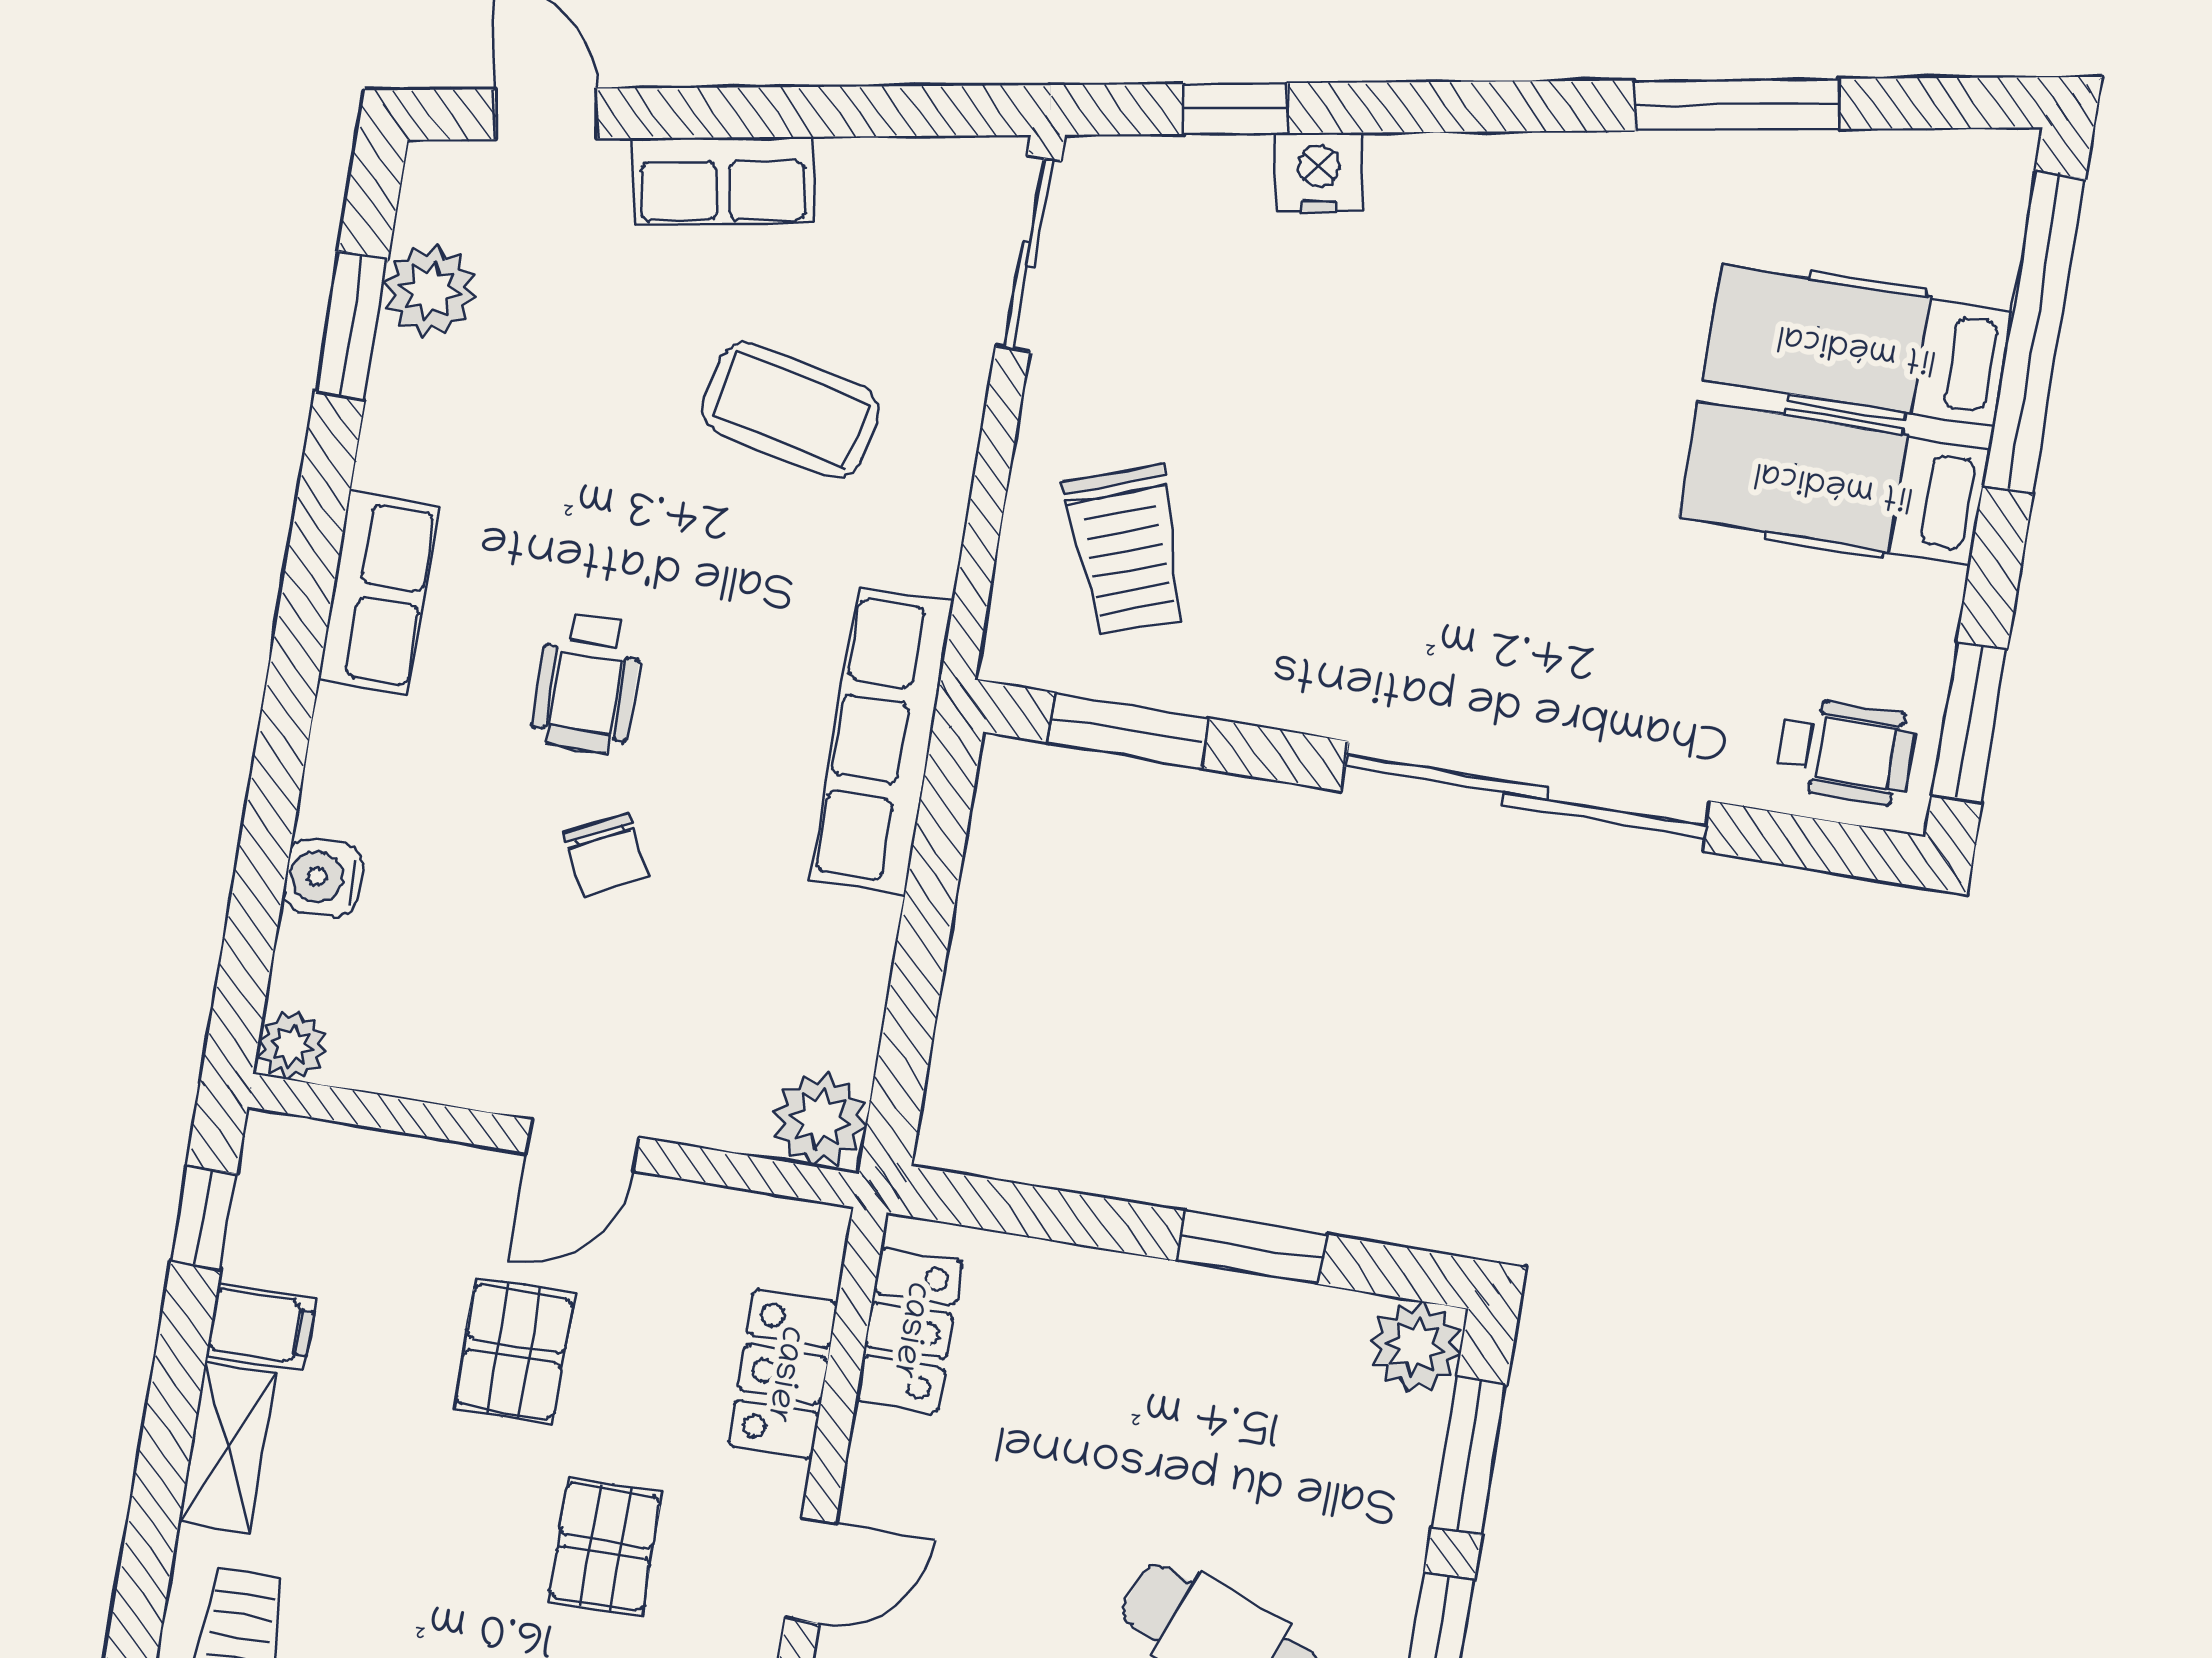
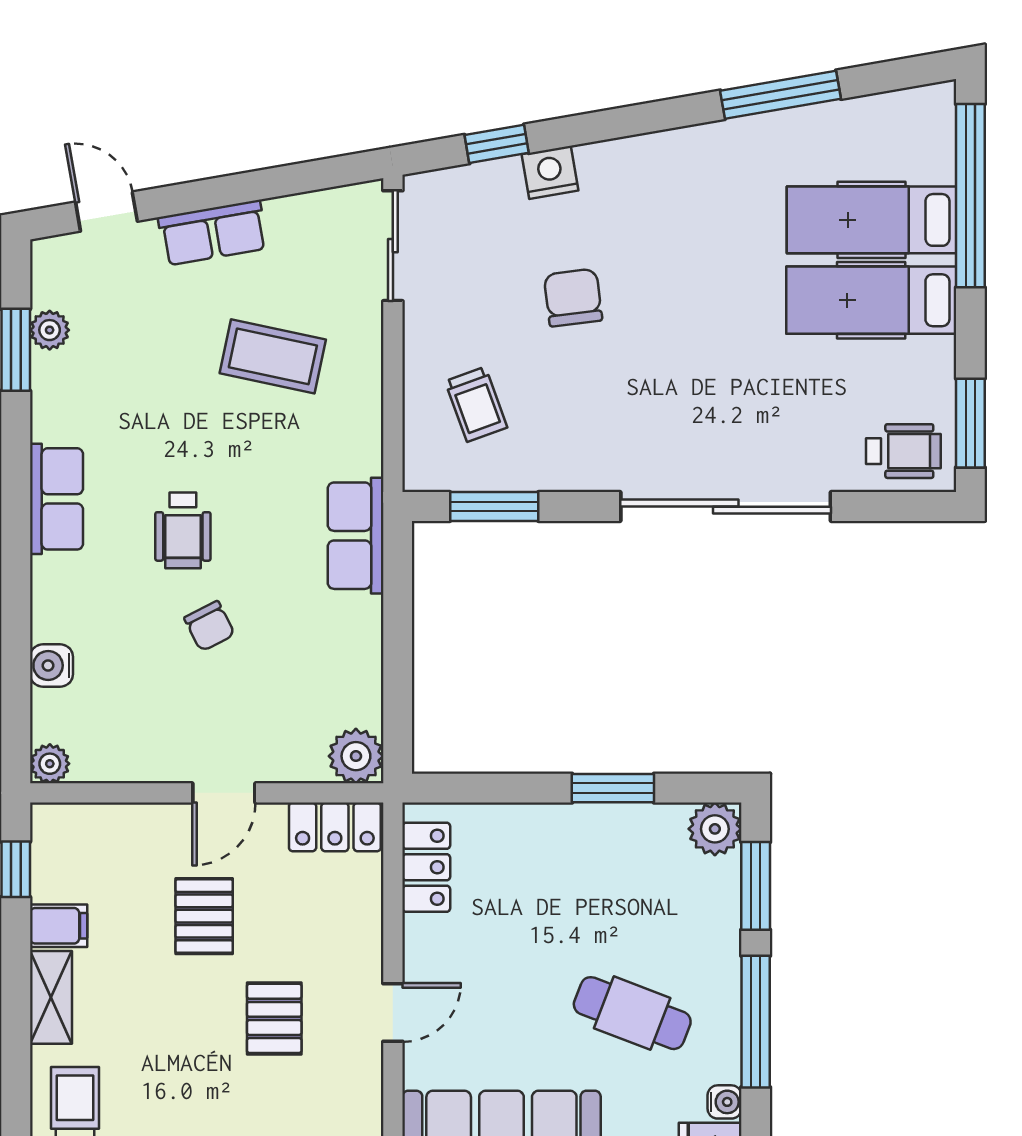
plant: (430, 291) -> (50, 330), width x0.73, depth x0.73
chair: (1323, 394) -> (573, 298), added
trolley: (1126, 550) -> (476, 404), width x0.73, depth x0.72
row of seats: (882, 741) -> (356, 536), width x0.68
locker: (783, 1374) -> (335, 827), moved, turned -90

